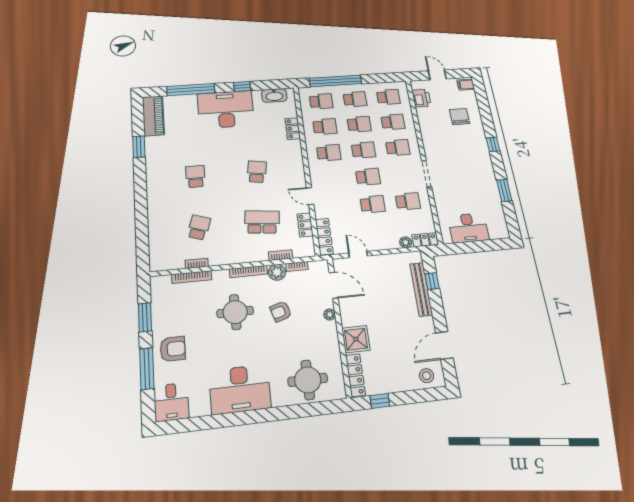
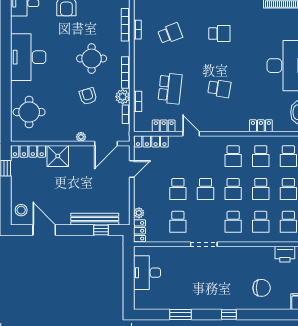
door: (310, 196) -> (191, 134), hinge flipped
school desk: (199, 227) -> (170, 34), turned -39

